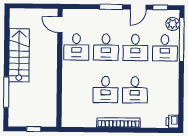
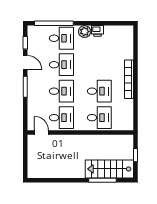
plant: (173, 24) -> (85, 32), moved
door: (60, 25) -> (41, 133), swing flipped
stairs: (19, 55) -> (109, 169), moved
desk: (135, 90) -> (99, 118), moved
printer: (172, 121) -> (97, 31), moved

